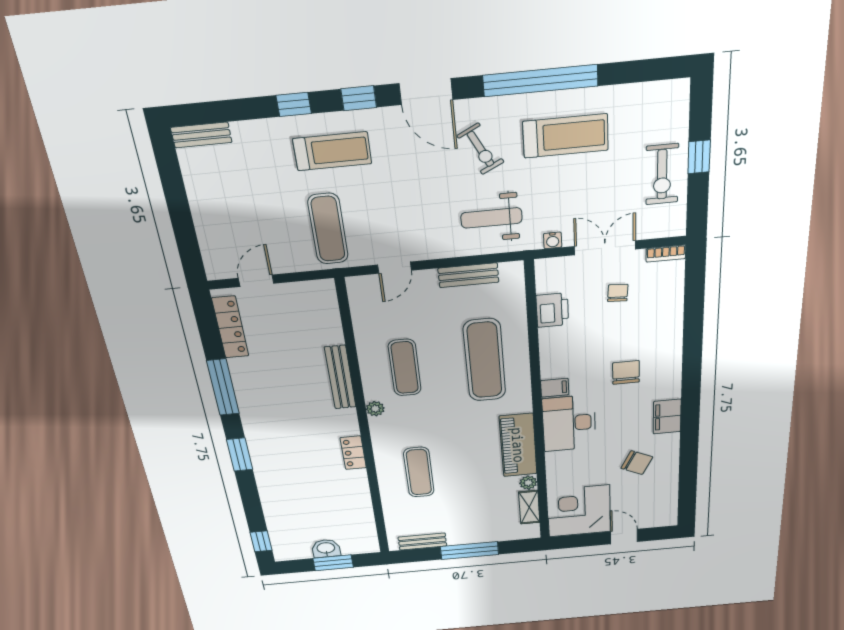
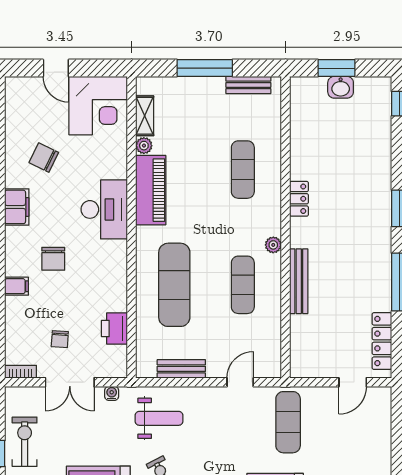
filing cabinet: (555, 388) -> (17, 286), moved, turned 180

